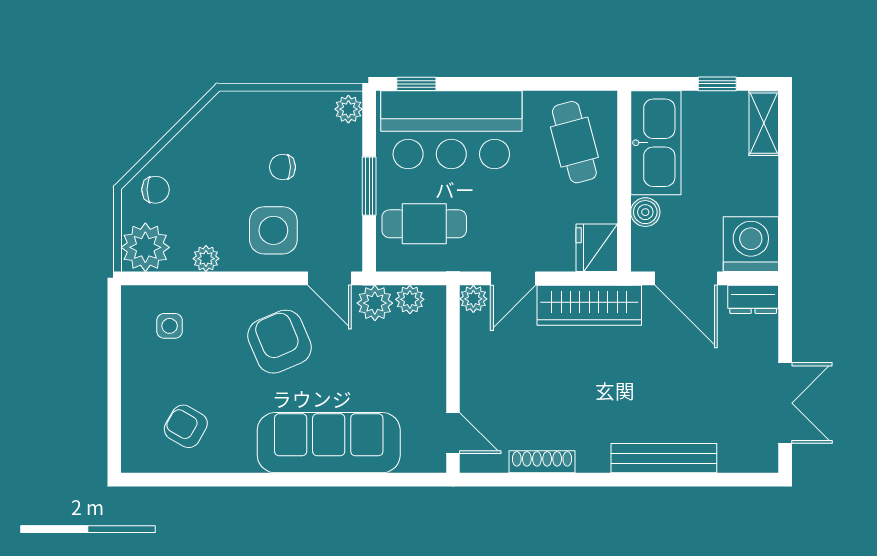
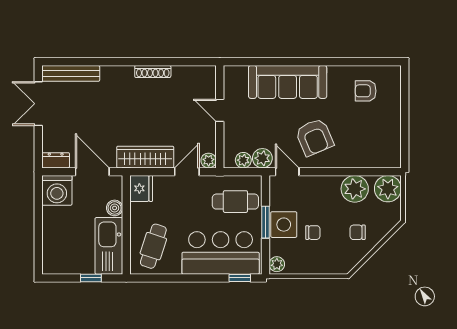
window: (717, 84) -> (91, 278), moved
shelving: (764, 123) -> (50, 257), removed
cafe table: (574, 142) -> (153, 246), turned 33
chair: (155, 190) -> (358, 232), moved
side table: (273, 230) -> (284, 225), moved
plant: (206, 259) -> (355, 189), width x1.88, depth x1.88
side table: (170, 326) -> (375, 146), removed
armchair: (186, 426) -> (366, 91), turned 150
door: (453, 433) -> (220, 110), moved
bench: (664, 458) -> (71, 73), moved
shoe rack: (542, 462) -> (153, 71), moved

